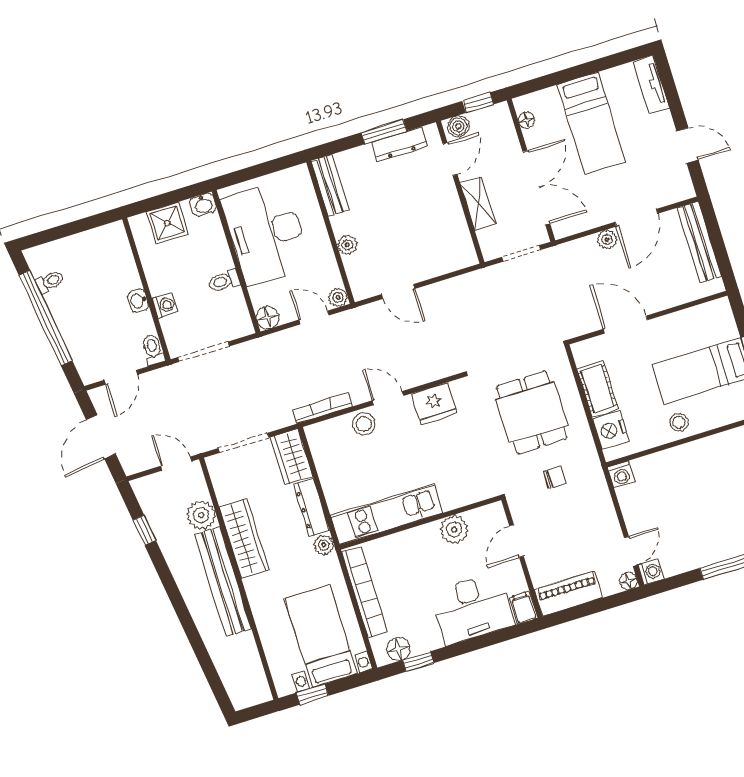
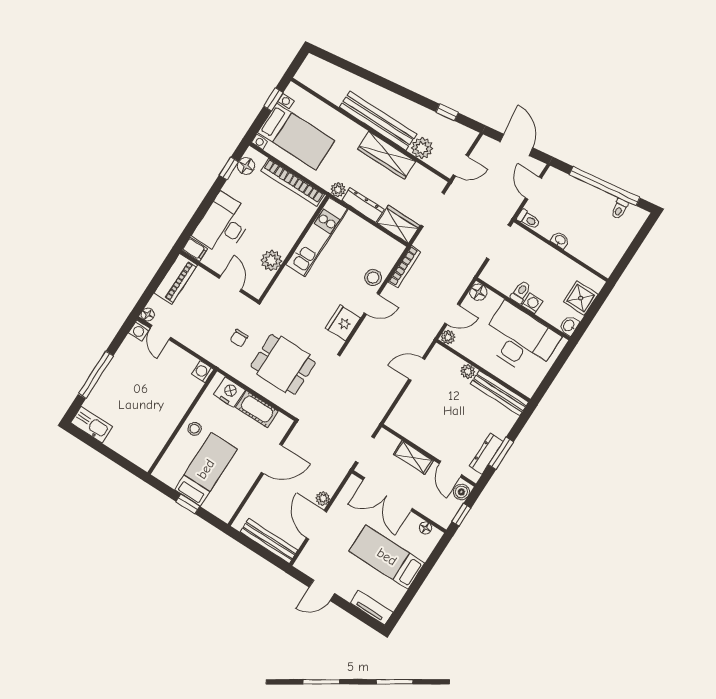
bench: (330, 185) -> (499, 393), width x1.36
washing machine: (165, 305) -> (532, 303), moved, turned 180

